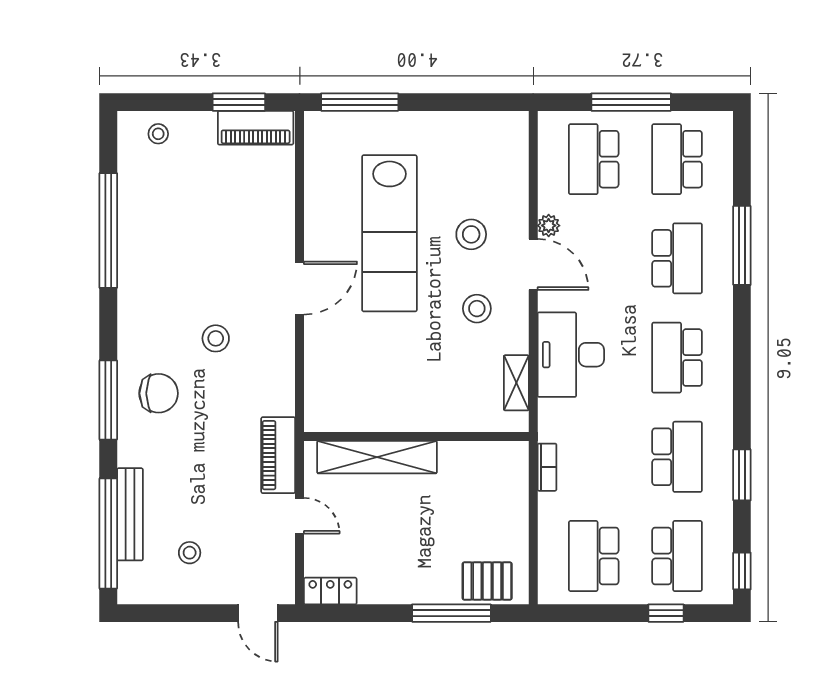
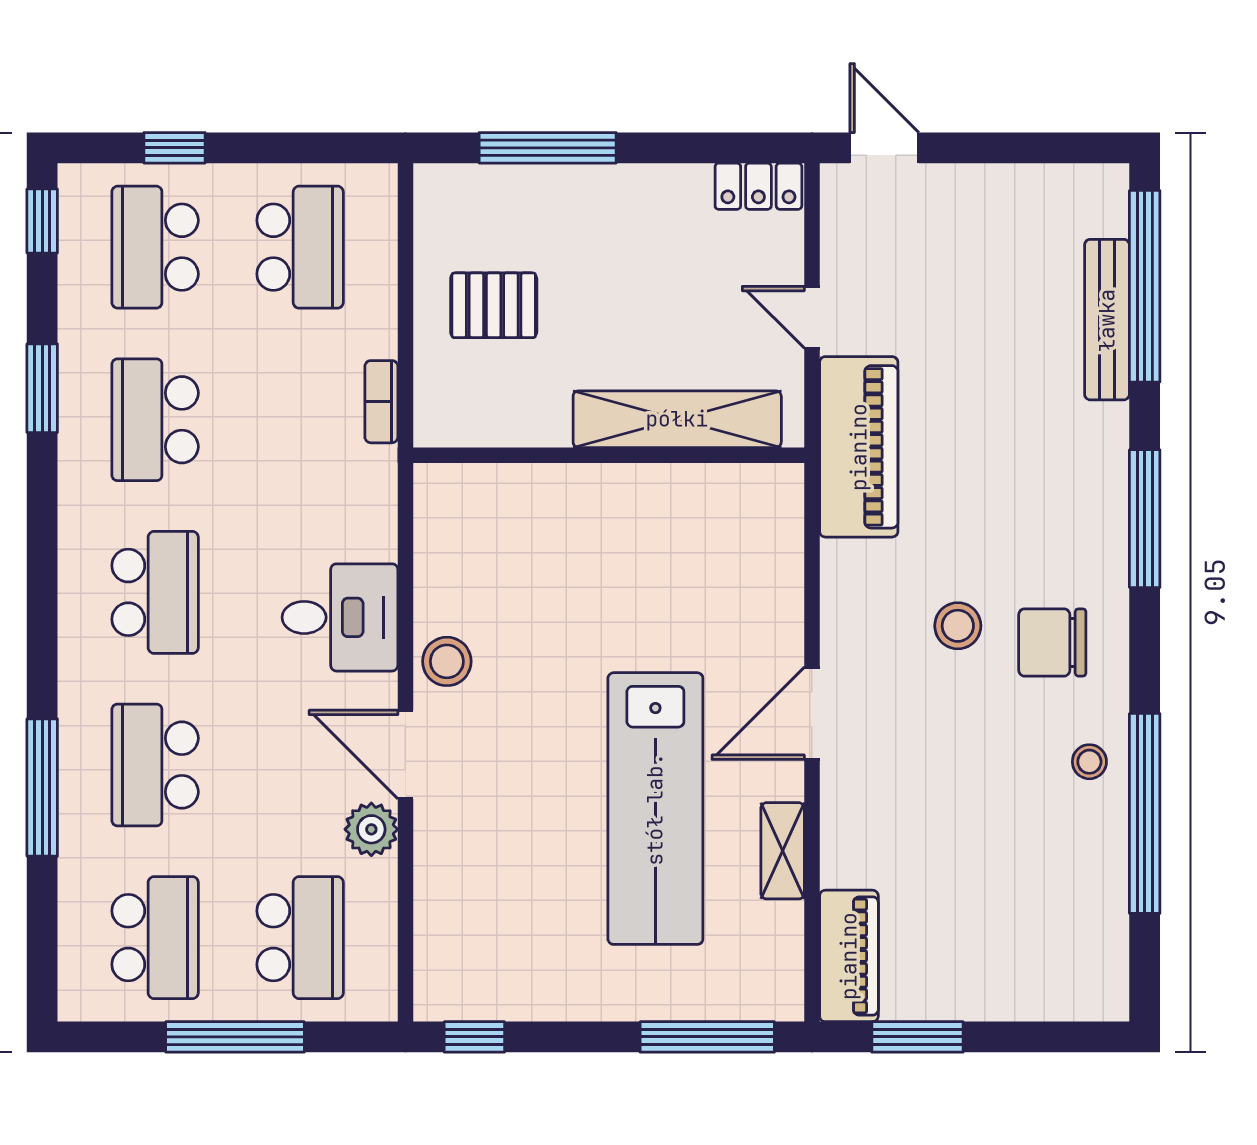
window: (494, 102) -> (474, 1037), added
piano: (256, 128) -> (849, 956), moved, turned 90
stool: (158, 134) -> (1089, 762), moved
plant: (549, 226) -> (371, 829), width x1.38, depth x1.38
lab bench: (389, 233) -> (655, 809), turned 180
stool: (471, 234) -> (513, 807), removed
stool: (477, 309) -> (447, 661), moved
desk: (571, 355) -> (340, 617), width x0.73
shelving: (516, 383) -> (783, 851), moved
chair: (159, 393) -> (1052, 642), moved
piano: (278, 455) -> (859, 447), width x1.37, depth x1.33
stool: (190, 553) -> (1003, 253), removed
pallet: (487, 581) -> (494, 305), moved

